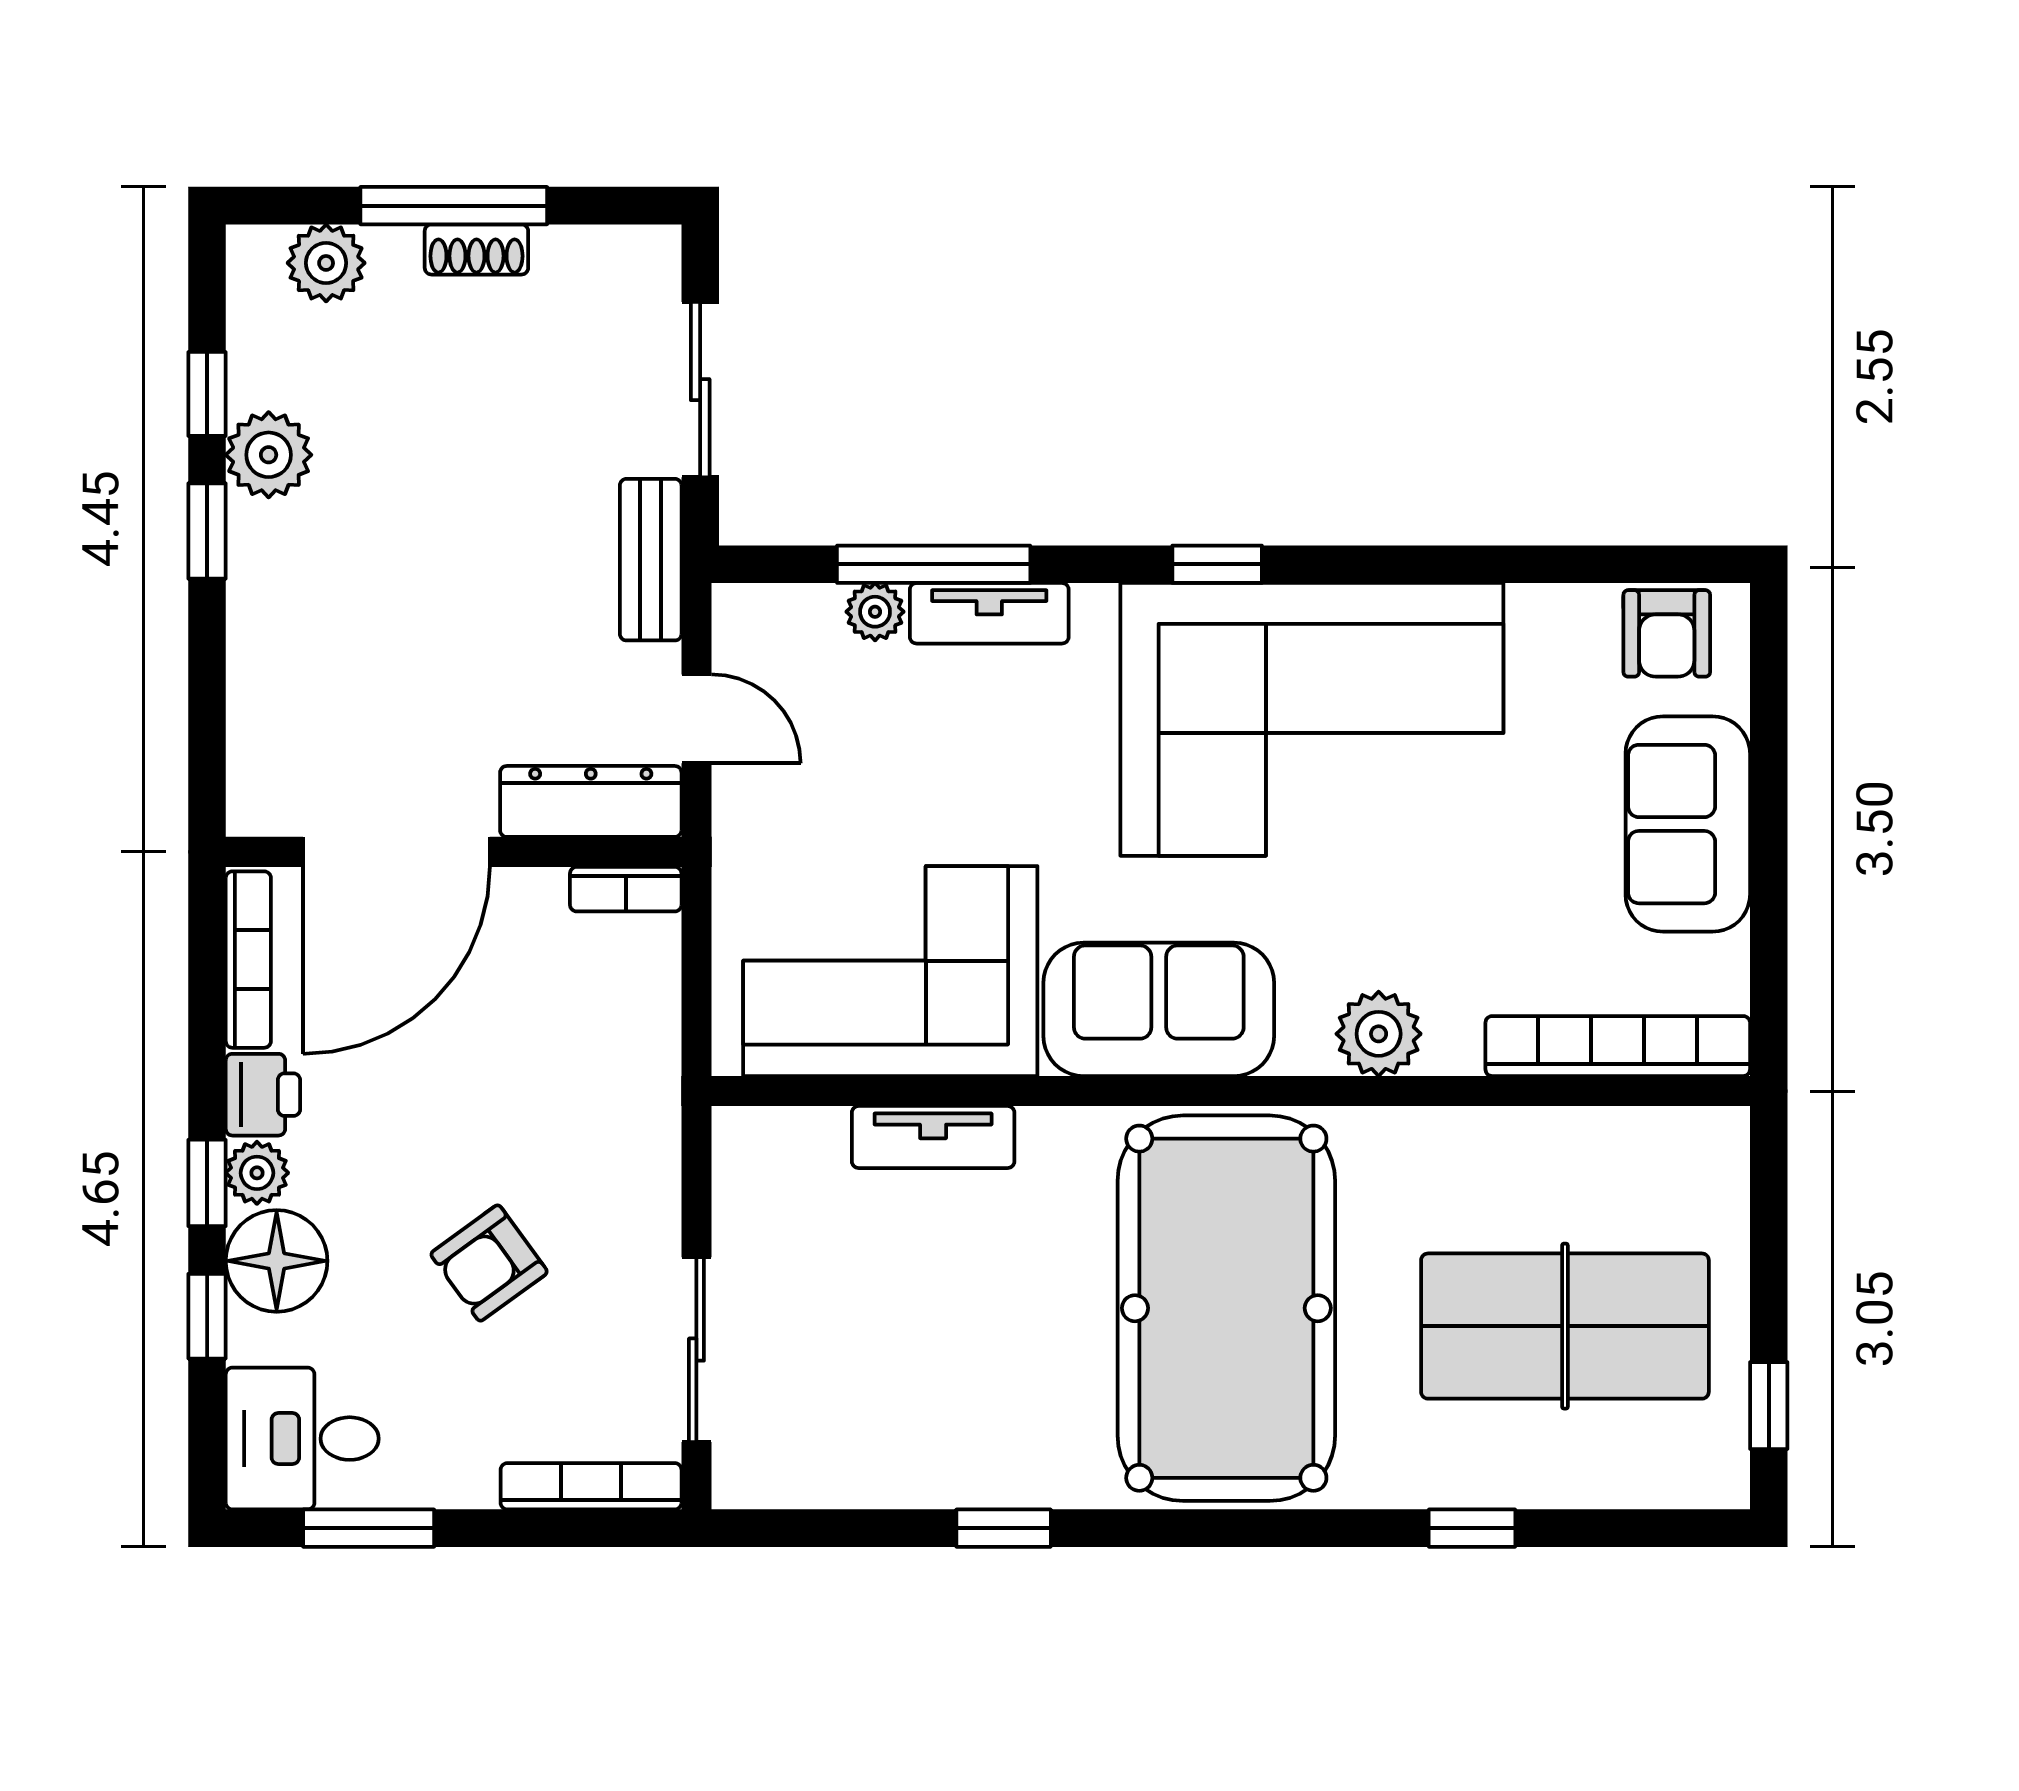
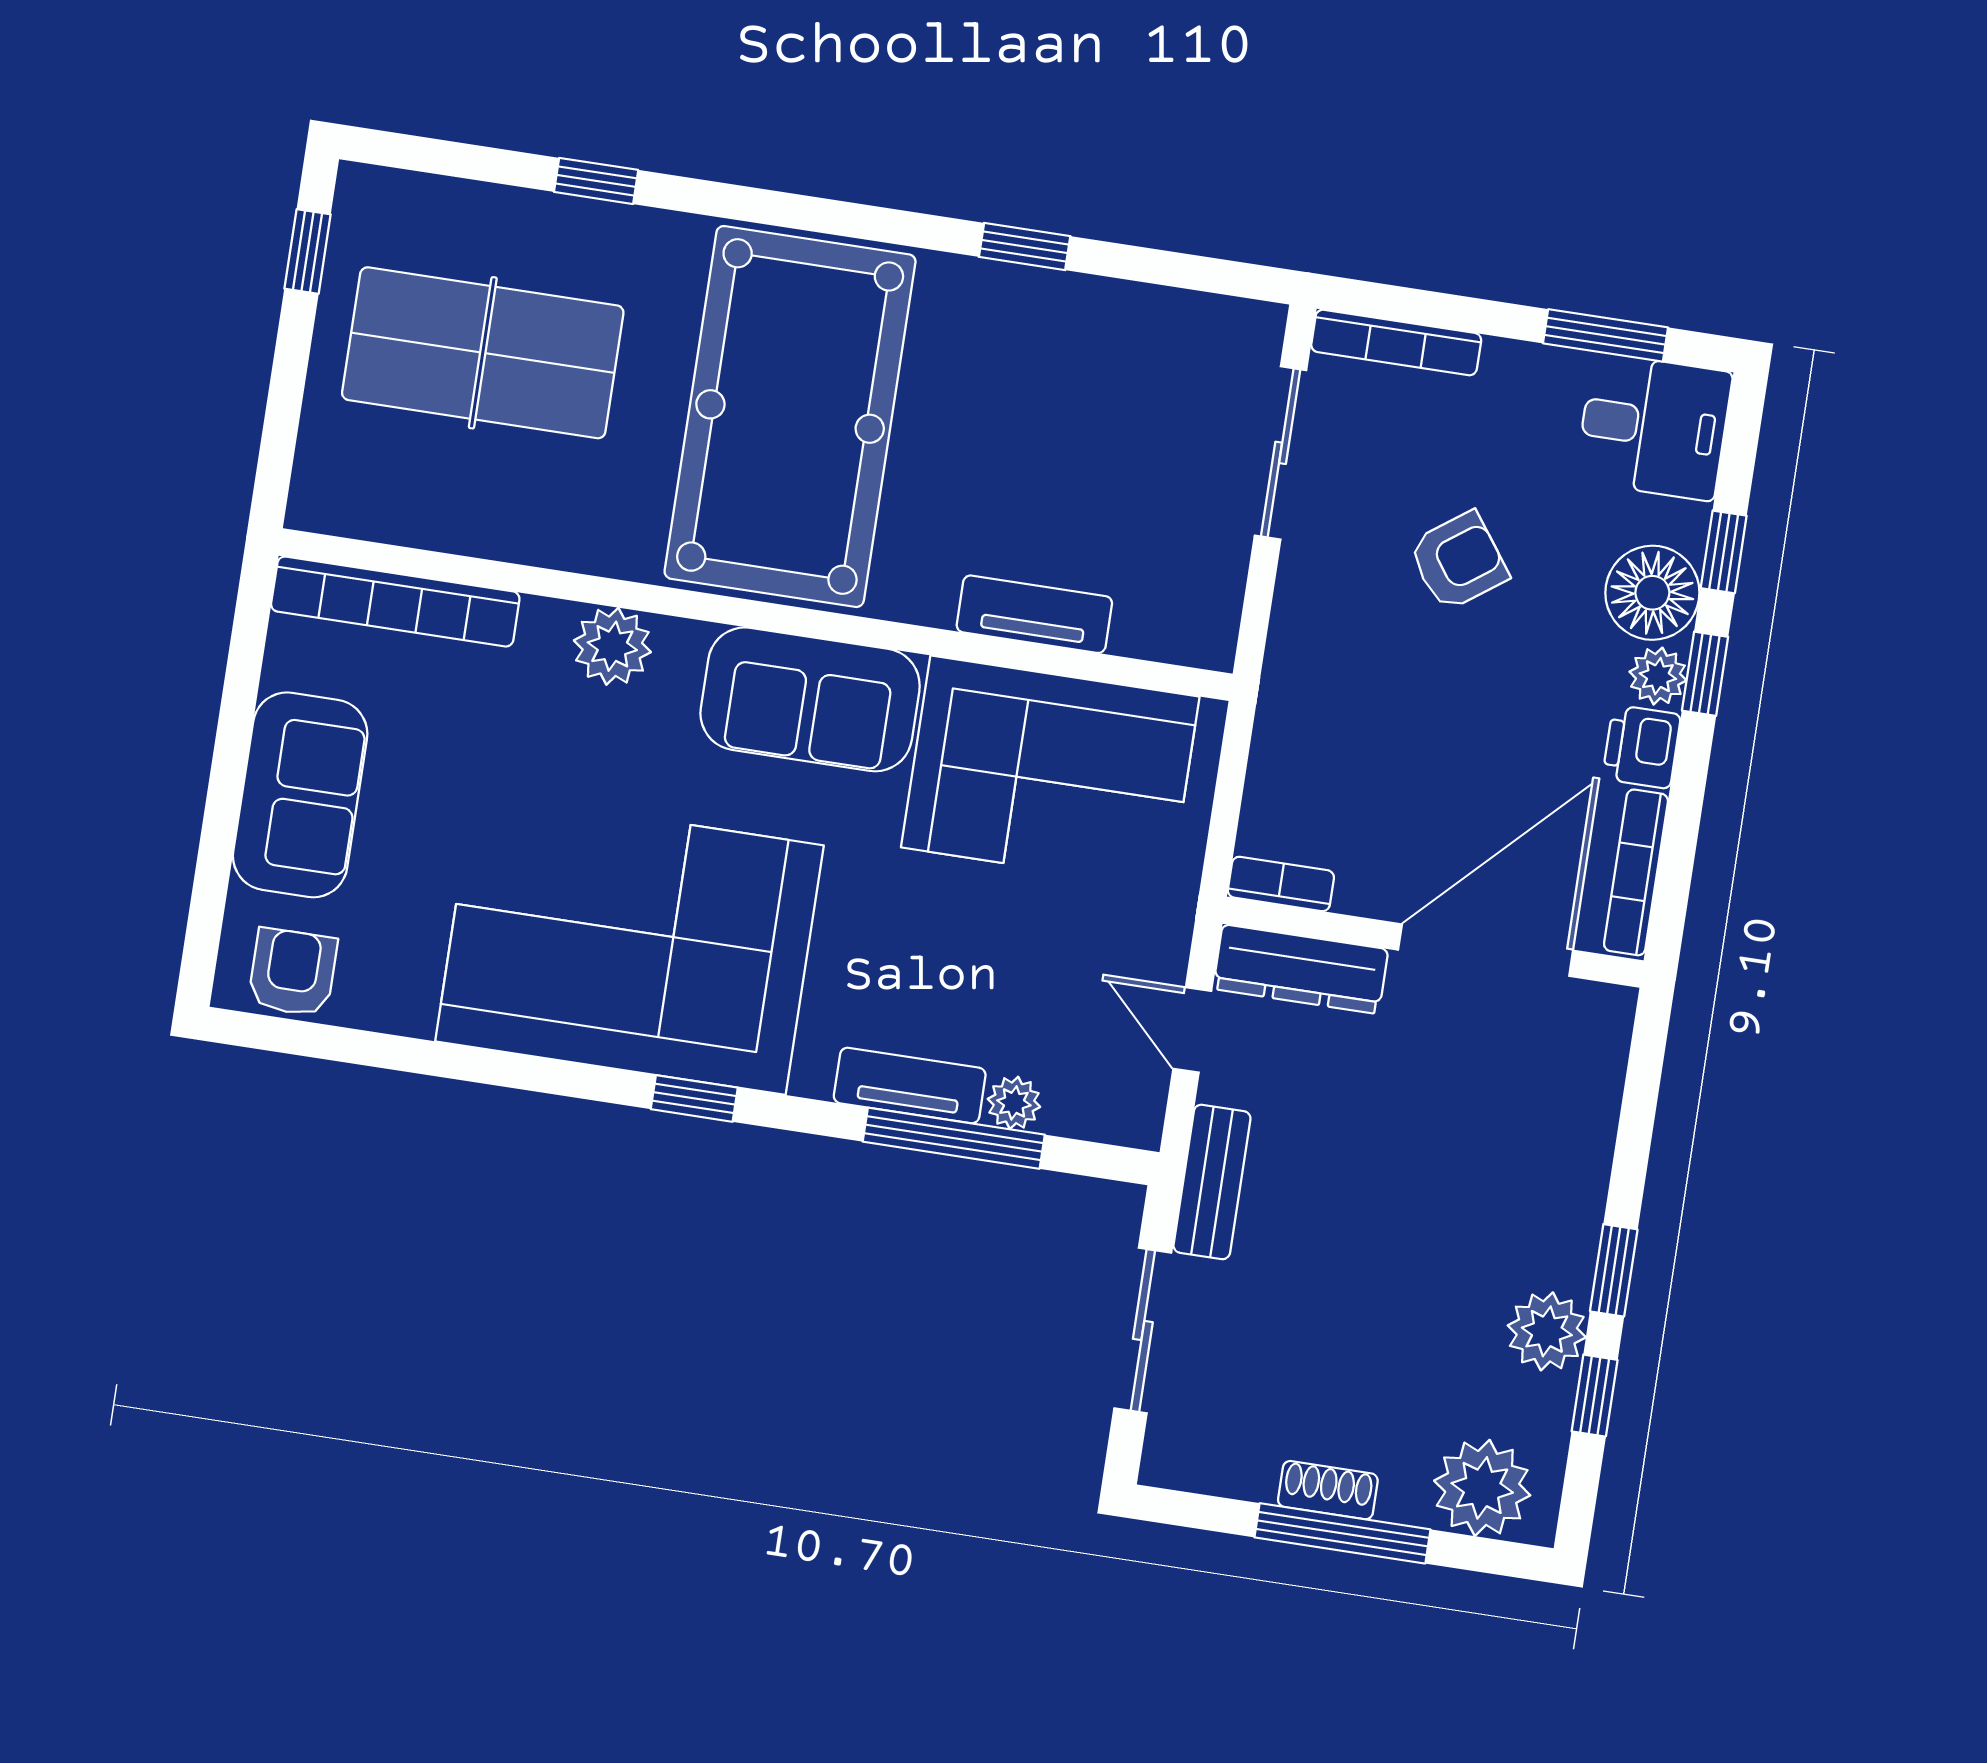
plant: (326, 263) -> (1482, 1488), width x1.36, depth x1.36

